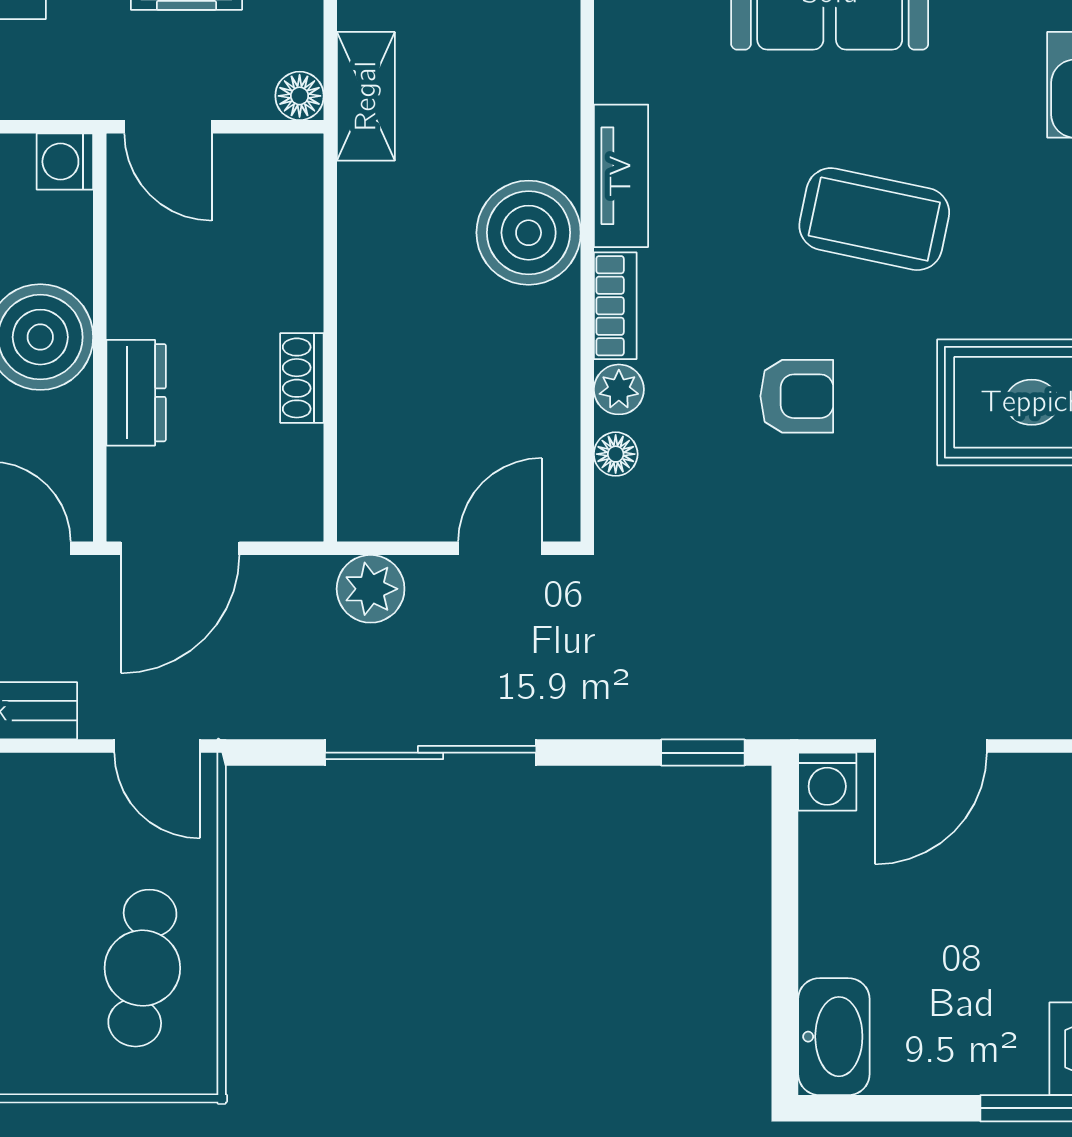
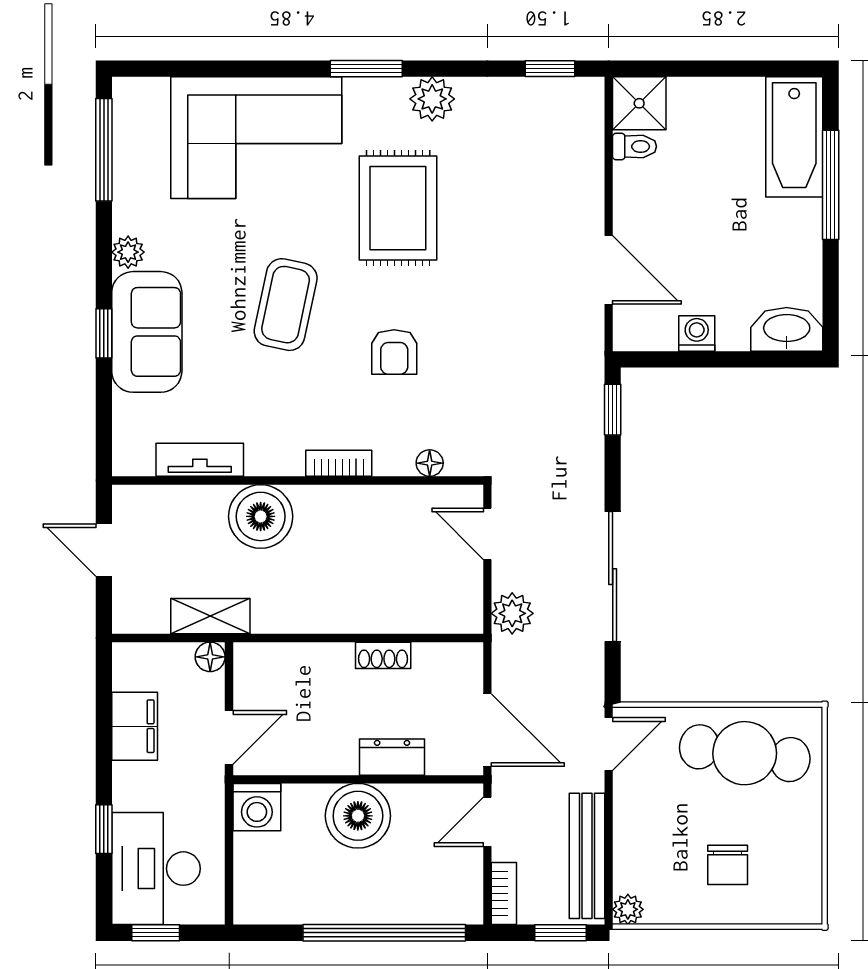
washing machine: (65, 162) -> (257, 807), width x1.38, depth x1.38
tv unit: (621, 176) -> (200, 460), moved
boiler: (529, 233) -> (261, 516), moved
plant: (619, 389) -> (390, 461), removed
armchair: (797, 396) -> (394, 352), turned 180
washing machine: (827, 782) -> (697, 333), moved, turned -90
cafe table: (142, 968) -> (745, 753), width x1.37, depth x1.35

